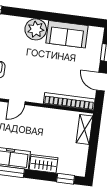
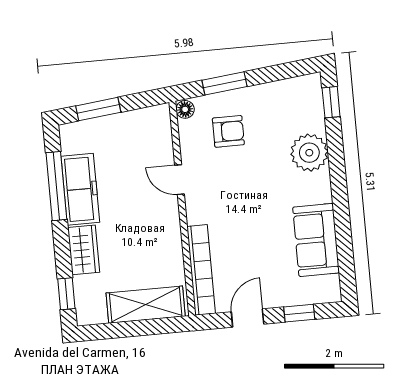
plant: (36, 29) -> (309, 153), moved
shelving: (85, 129) -> (146, 305), width x1.50, depth x1.33

